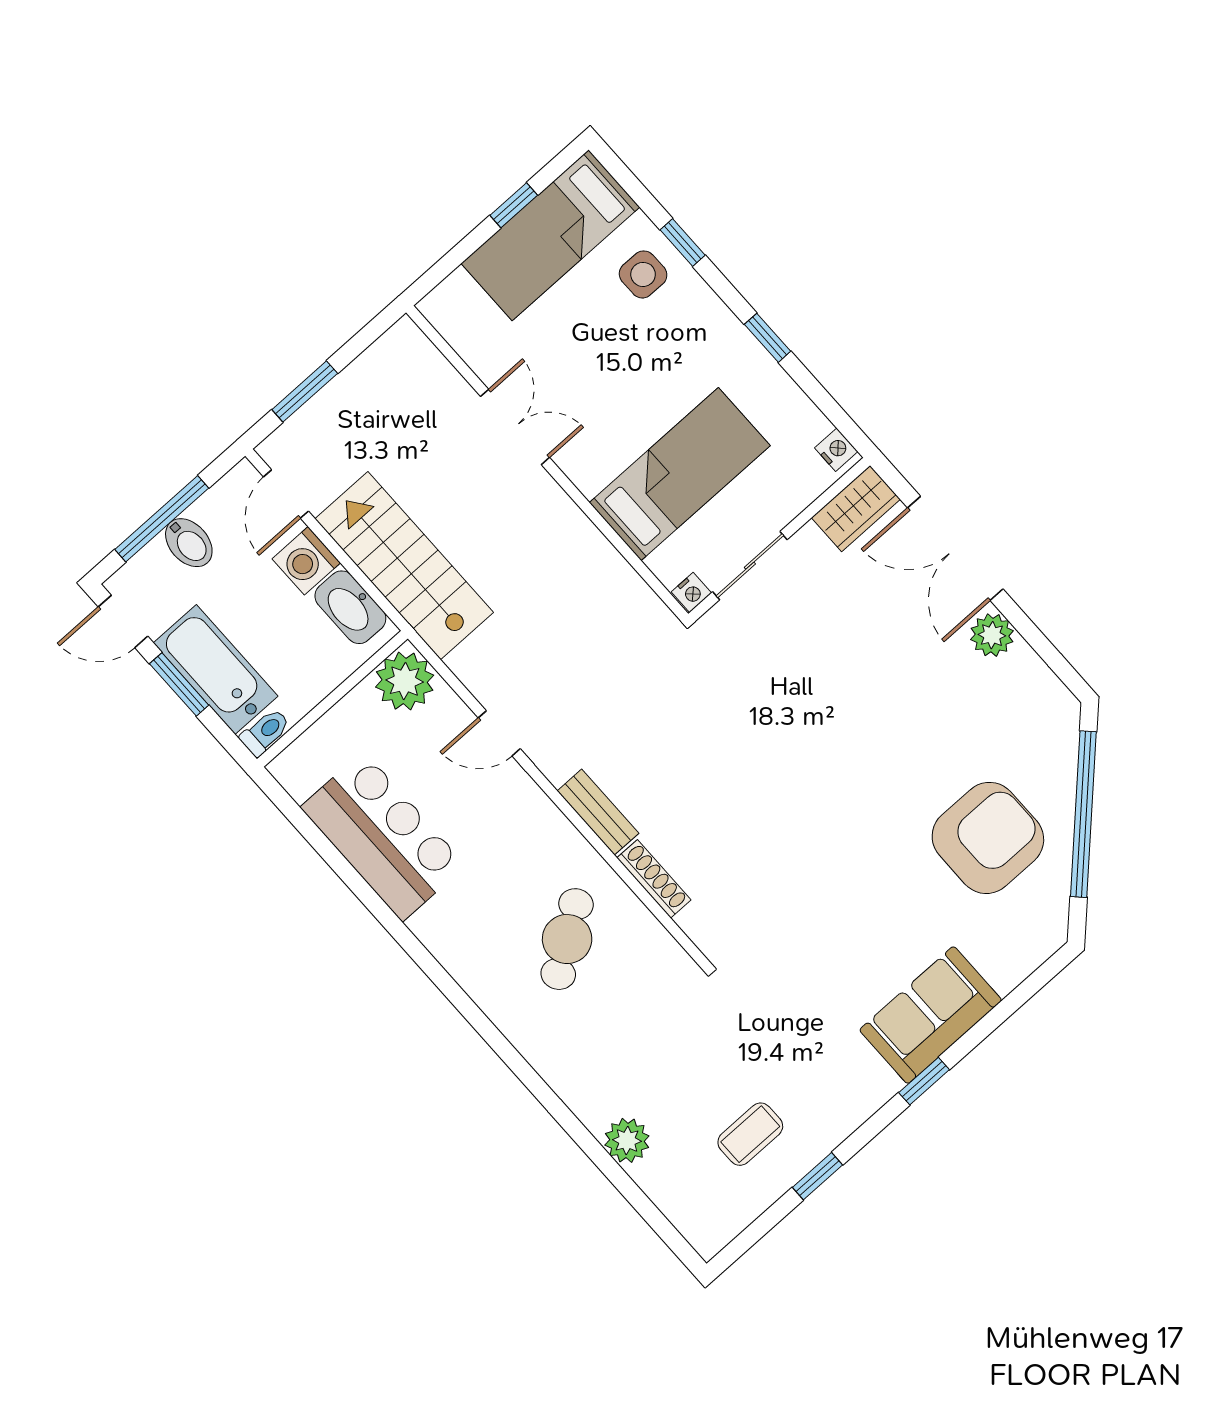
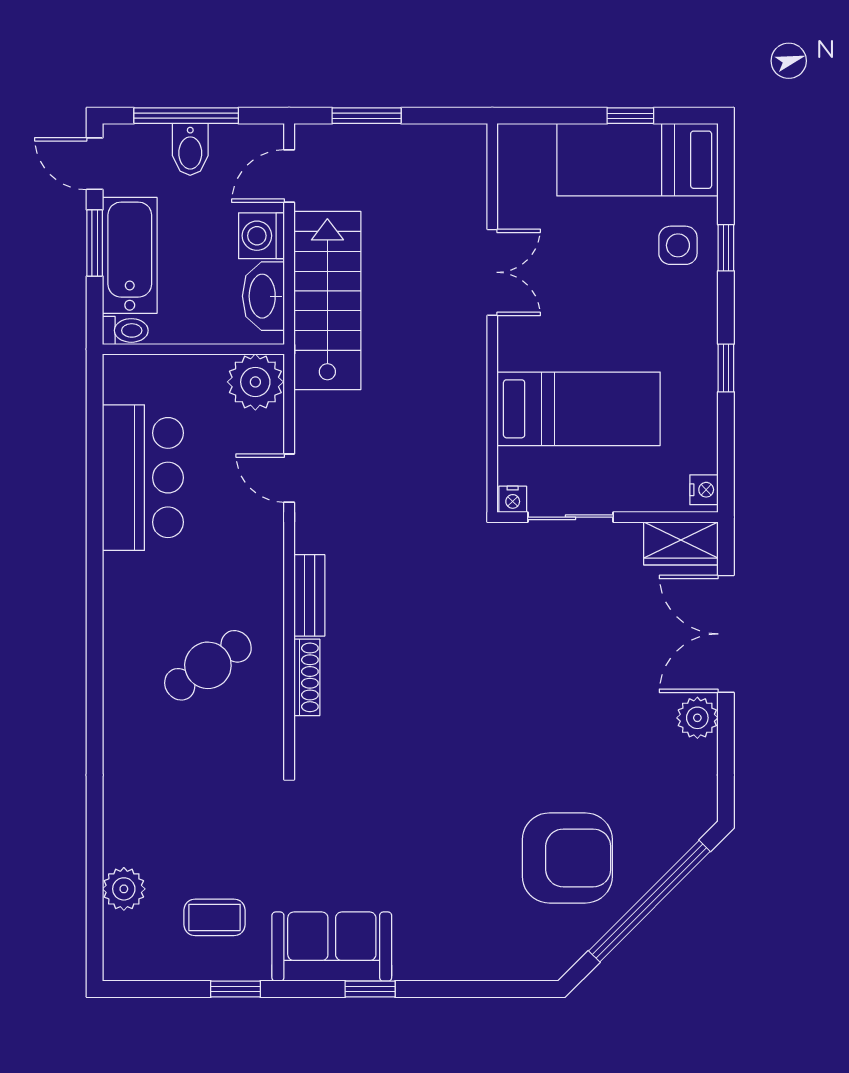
sofa: (931, 1015) -> (332, 947), moved
plant: (627, 1140) -> (124, 889), moved

